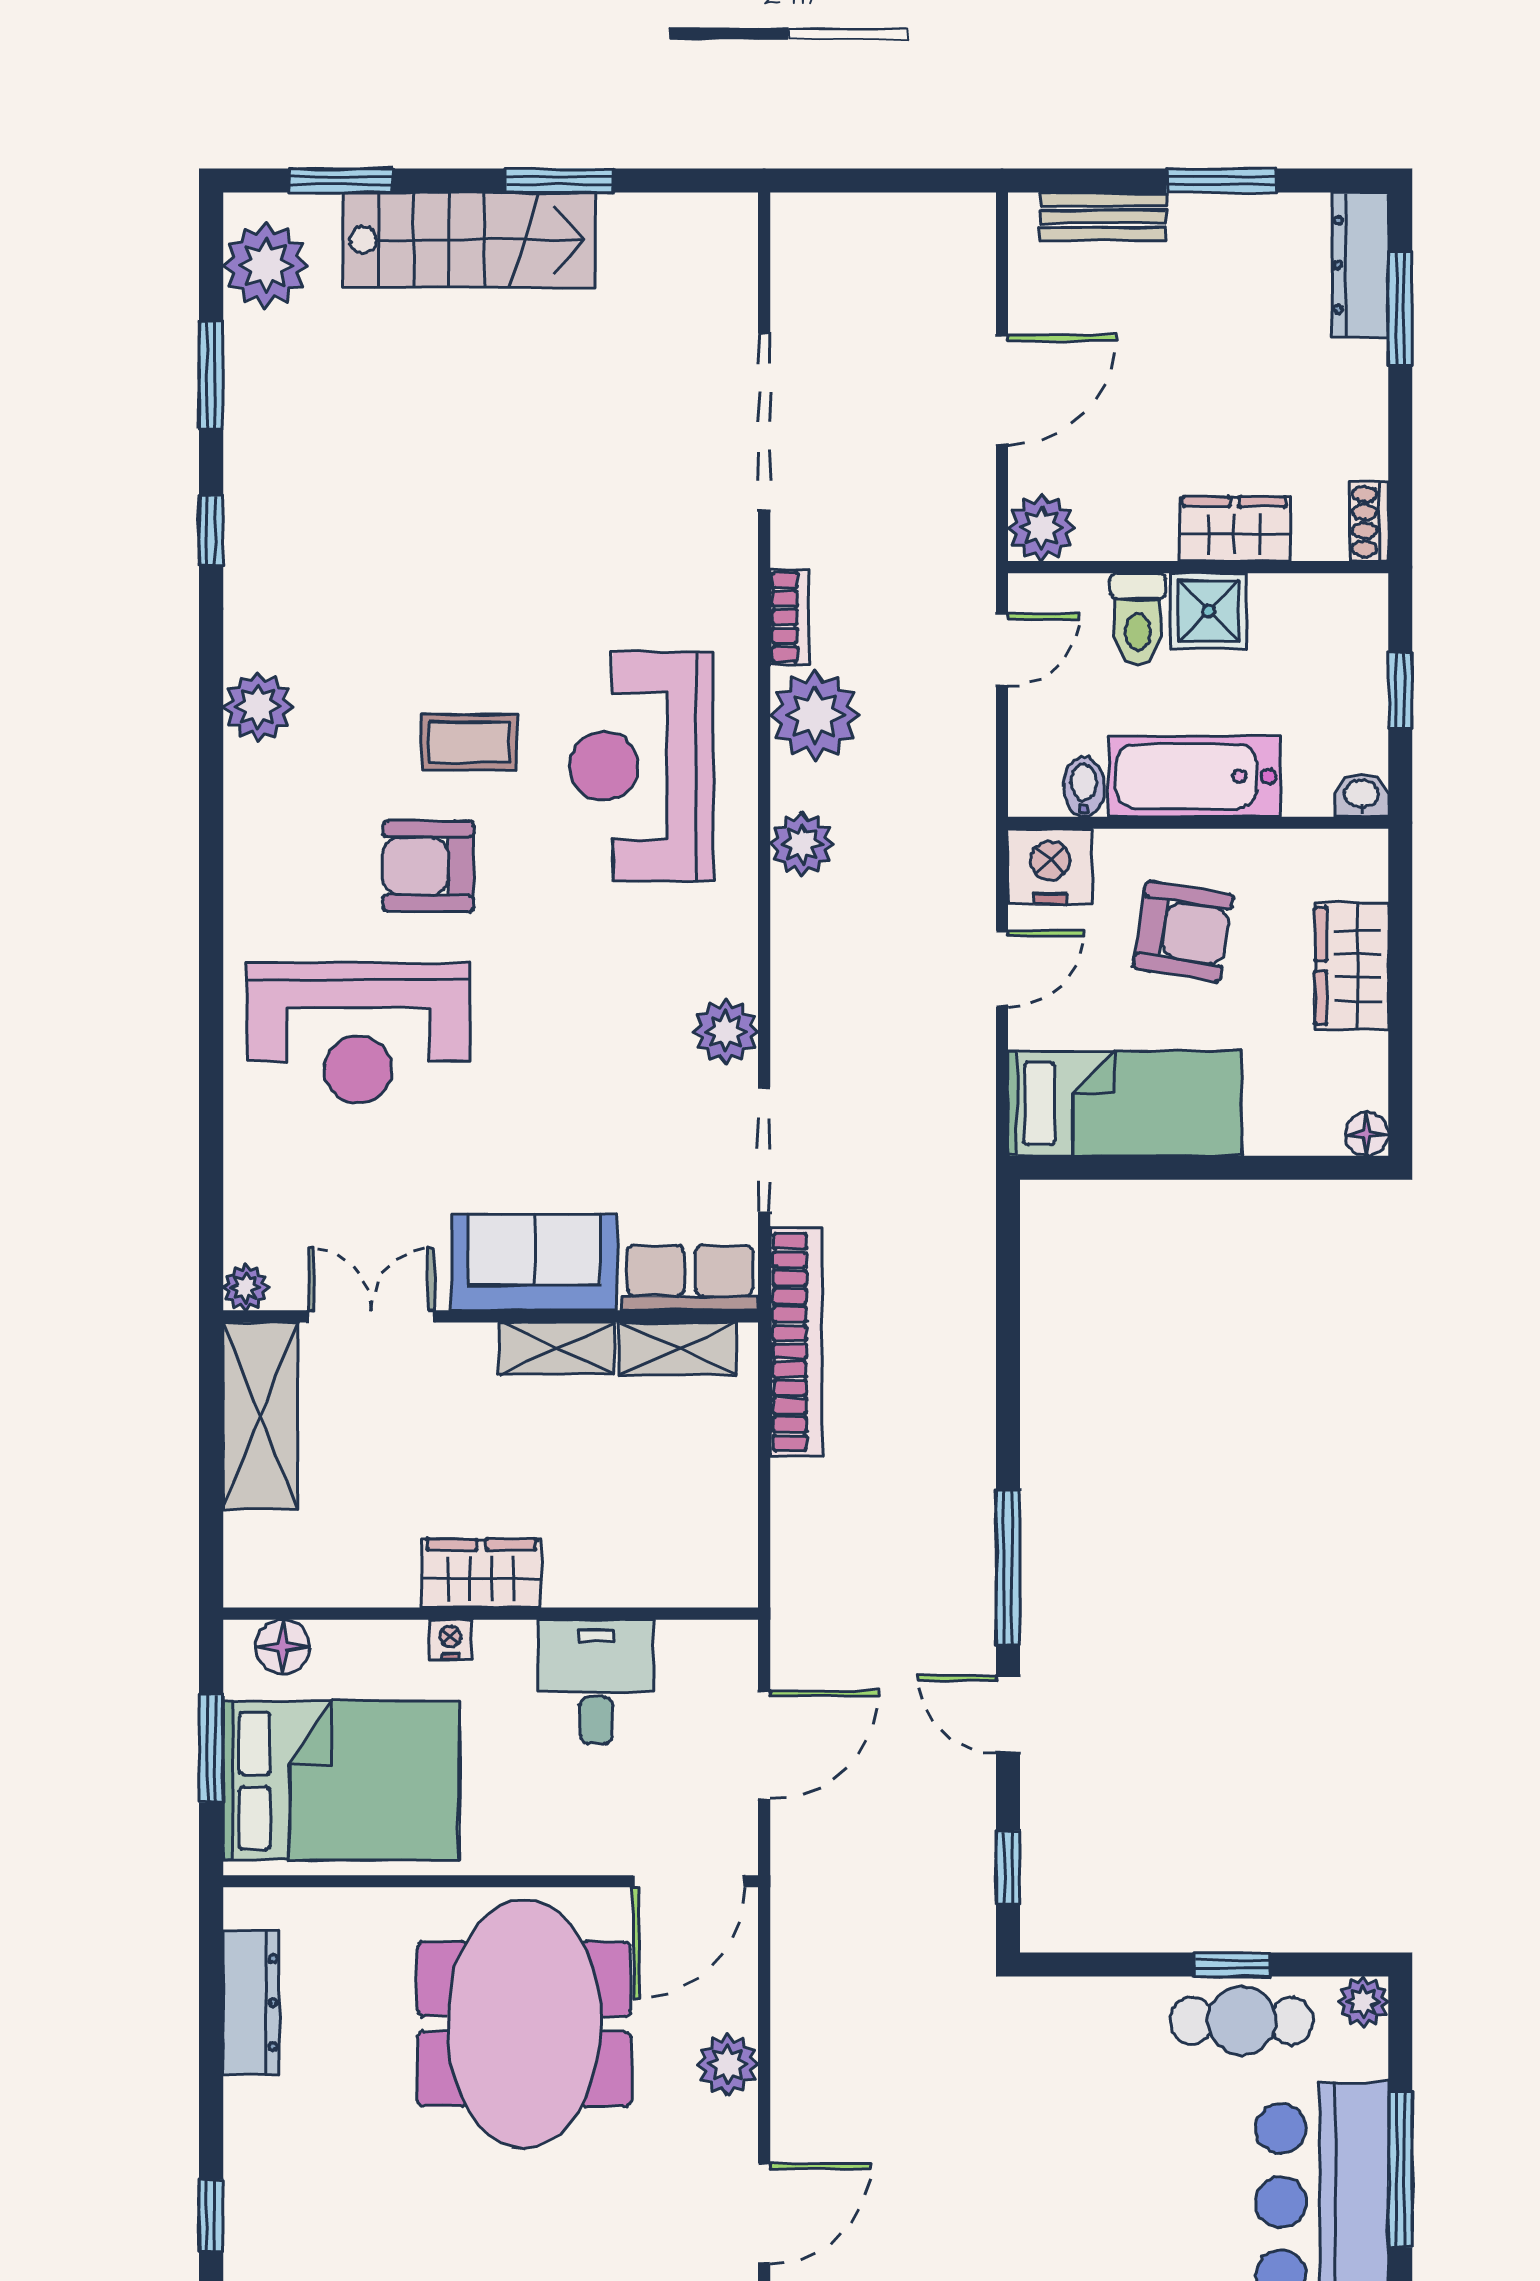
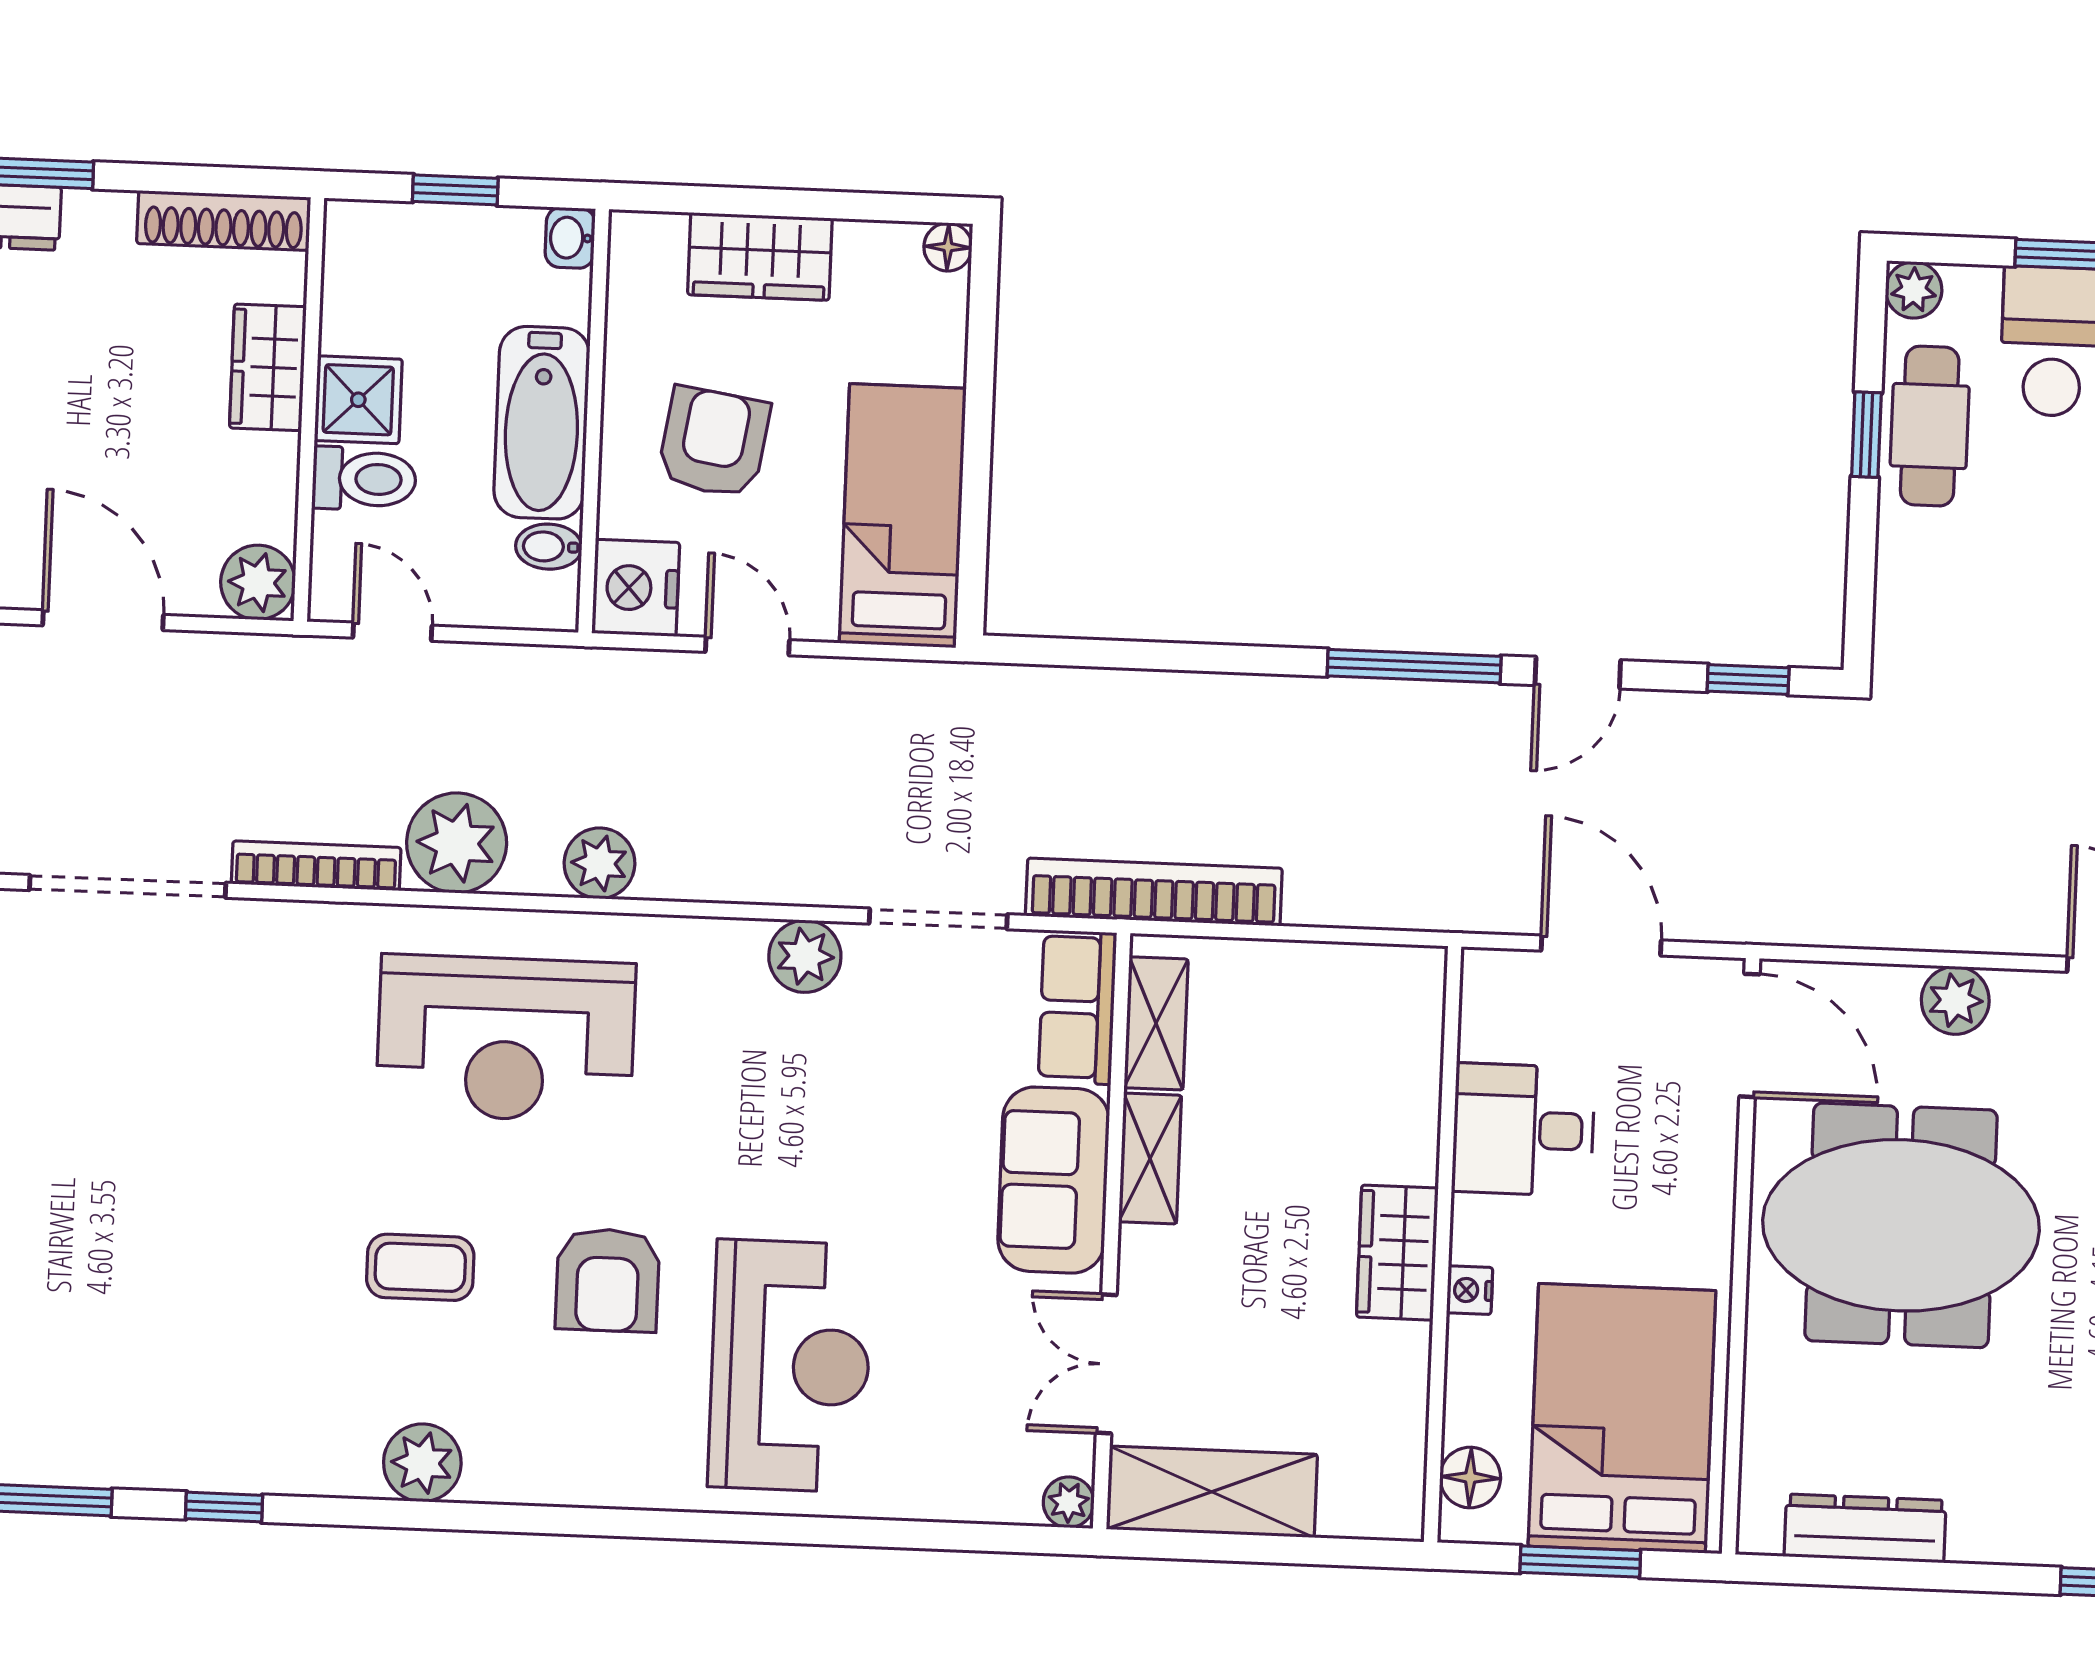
shoe rack: (1369, 521) -> (224, 220), width x1.94, depth x1.24
bookcase: (789, 617) -> (316, 866), width x1.56
coffee table: (469, 742) -> (420, 1267), moved, turned 90

